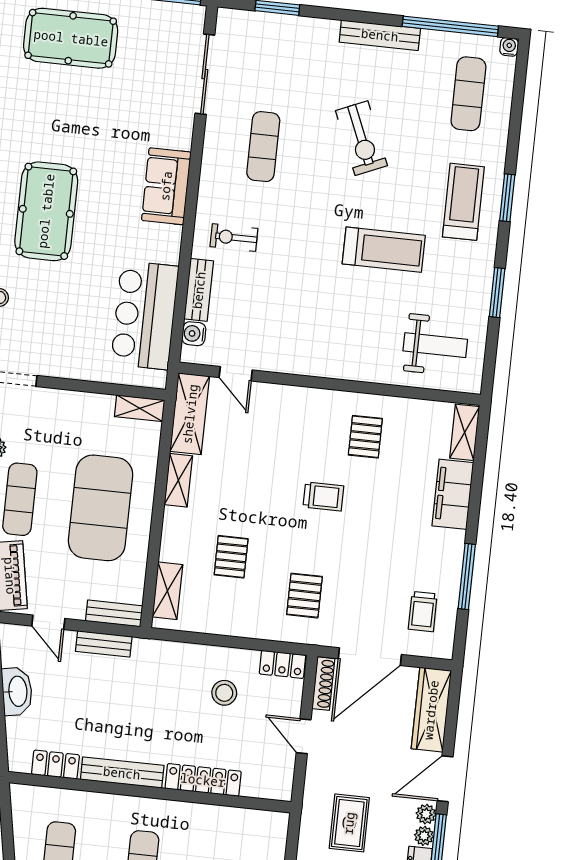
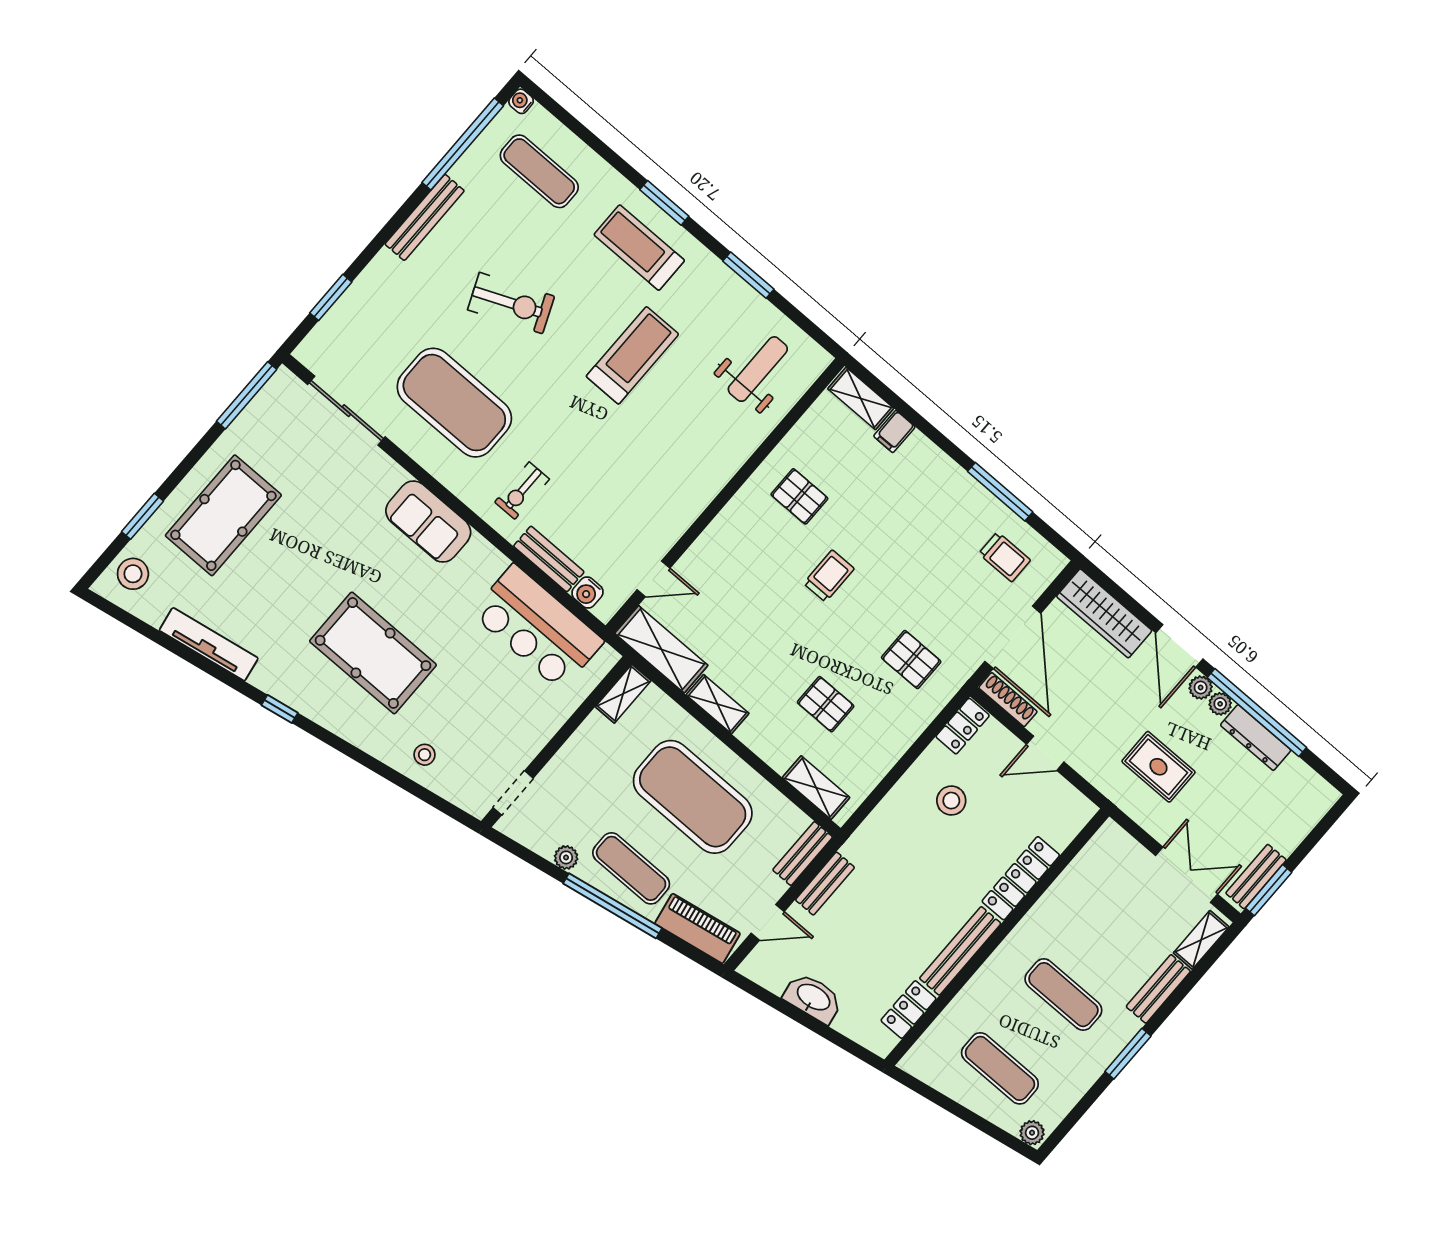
exercise mat: (263, 147) -> (454, 403), width x2.00, depth x1.45
filing cabinet: (453, 494) -> (894, 432), width x0.33, depth x0.86

